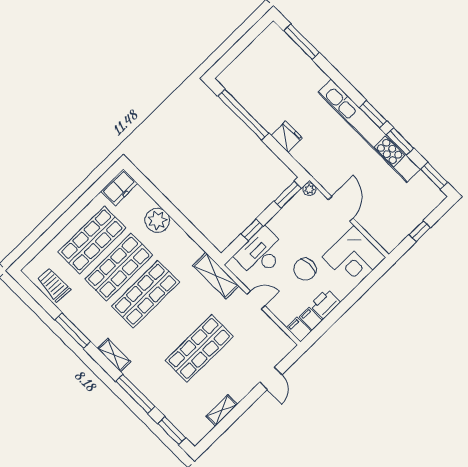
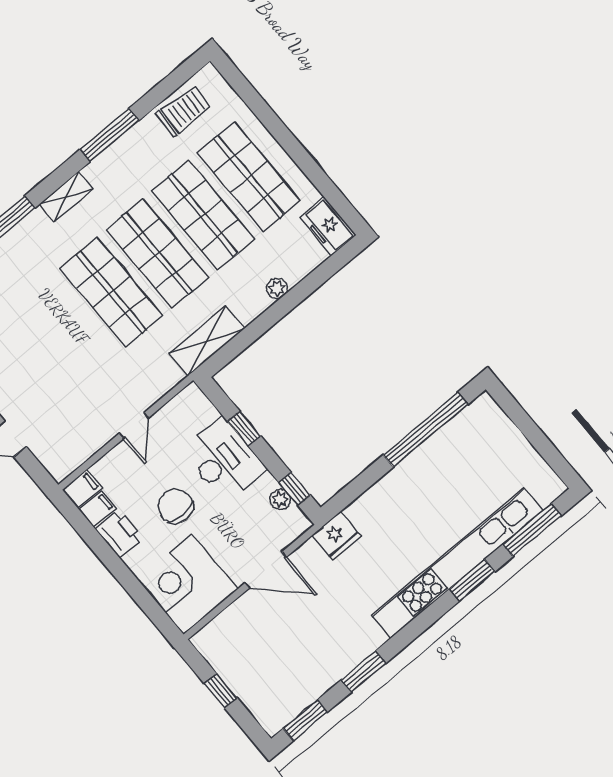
window: (373, 114) -> (472, 580), moved
kitchen unit: (369, 131) -> (457, 563), moved
fridge: (287, 137) -> (336, 536), moved
plant: (309, 189) -> (280, 499), moved
window: (288, 195) -> (295, 489), width x0.67
plant: (157, 220) -> (277, 288), width x0.53, depth x0.53
desk: (261, 253) -> (224, 460), moved
shelving: (216, 276) -> (207, 341), moved
shop shelf: (199, 348) -> (111, 292), moved

